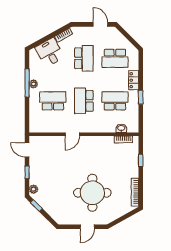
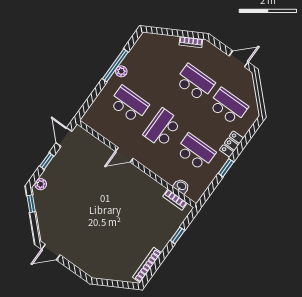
door: (100, 24) -> (239, 59), hinge flipped
desk: (50, 52) -> (163, 50), removed
school desk: (84, 58) -> (195, 82), turned -90
school desk: (115, 58) -> (228, 106), turned 180
round table: (92, 193) -> (101, 233), removed
door: (87, 227) -> (51, 252), moved

